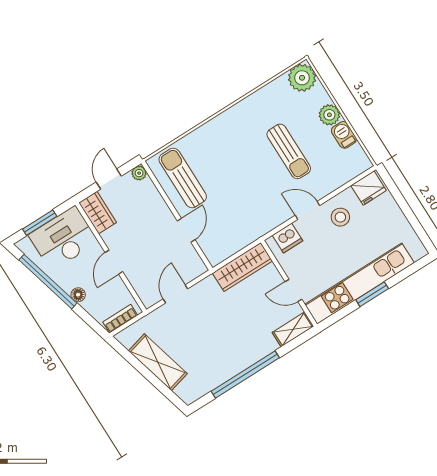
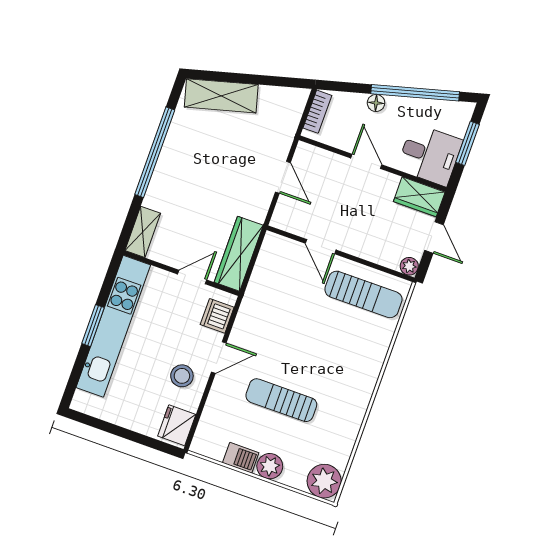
desk: (63, 238) -> (430, 155), width x0.73
door: (293, 290) -> (192, 277), moved
shelving: (158, 362) -> (221, 96), moved

